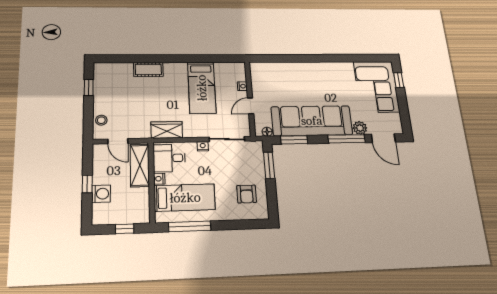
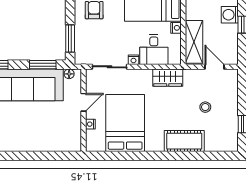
cot: (148, 69) -> (184, 141), width x1.37, depth x1.34
bed: (202, 88) -> (125, 123), width x1.50
stool: (101, 120) -> (205, 107), moved
desk: (169, 158) -> (154, 50), moved, turned 90

